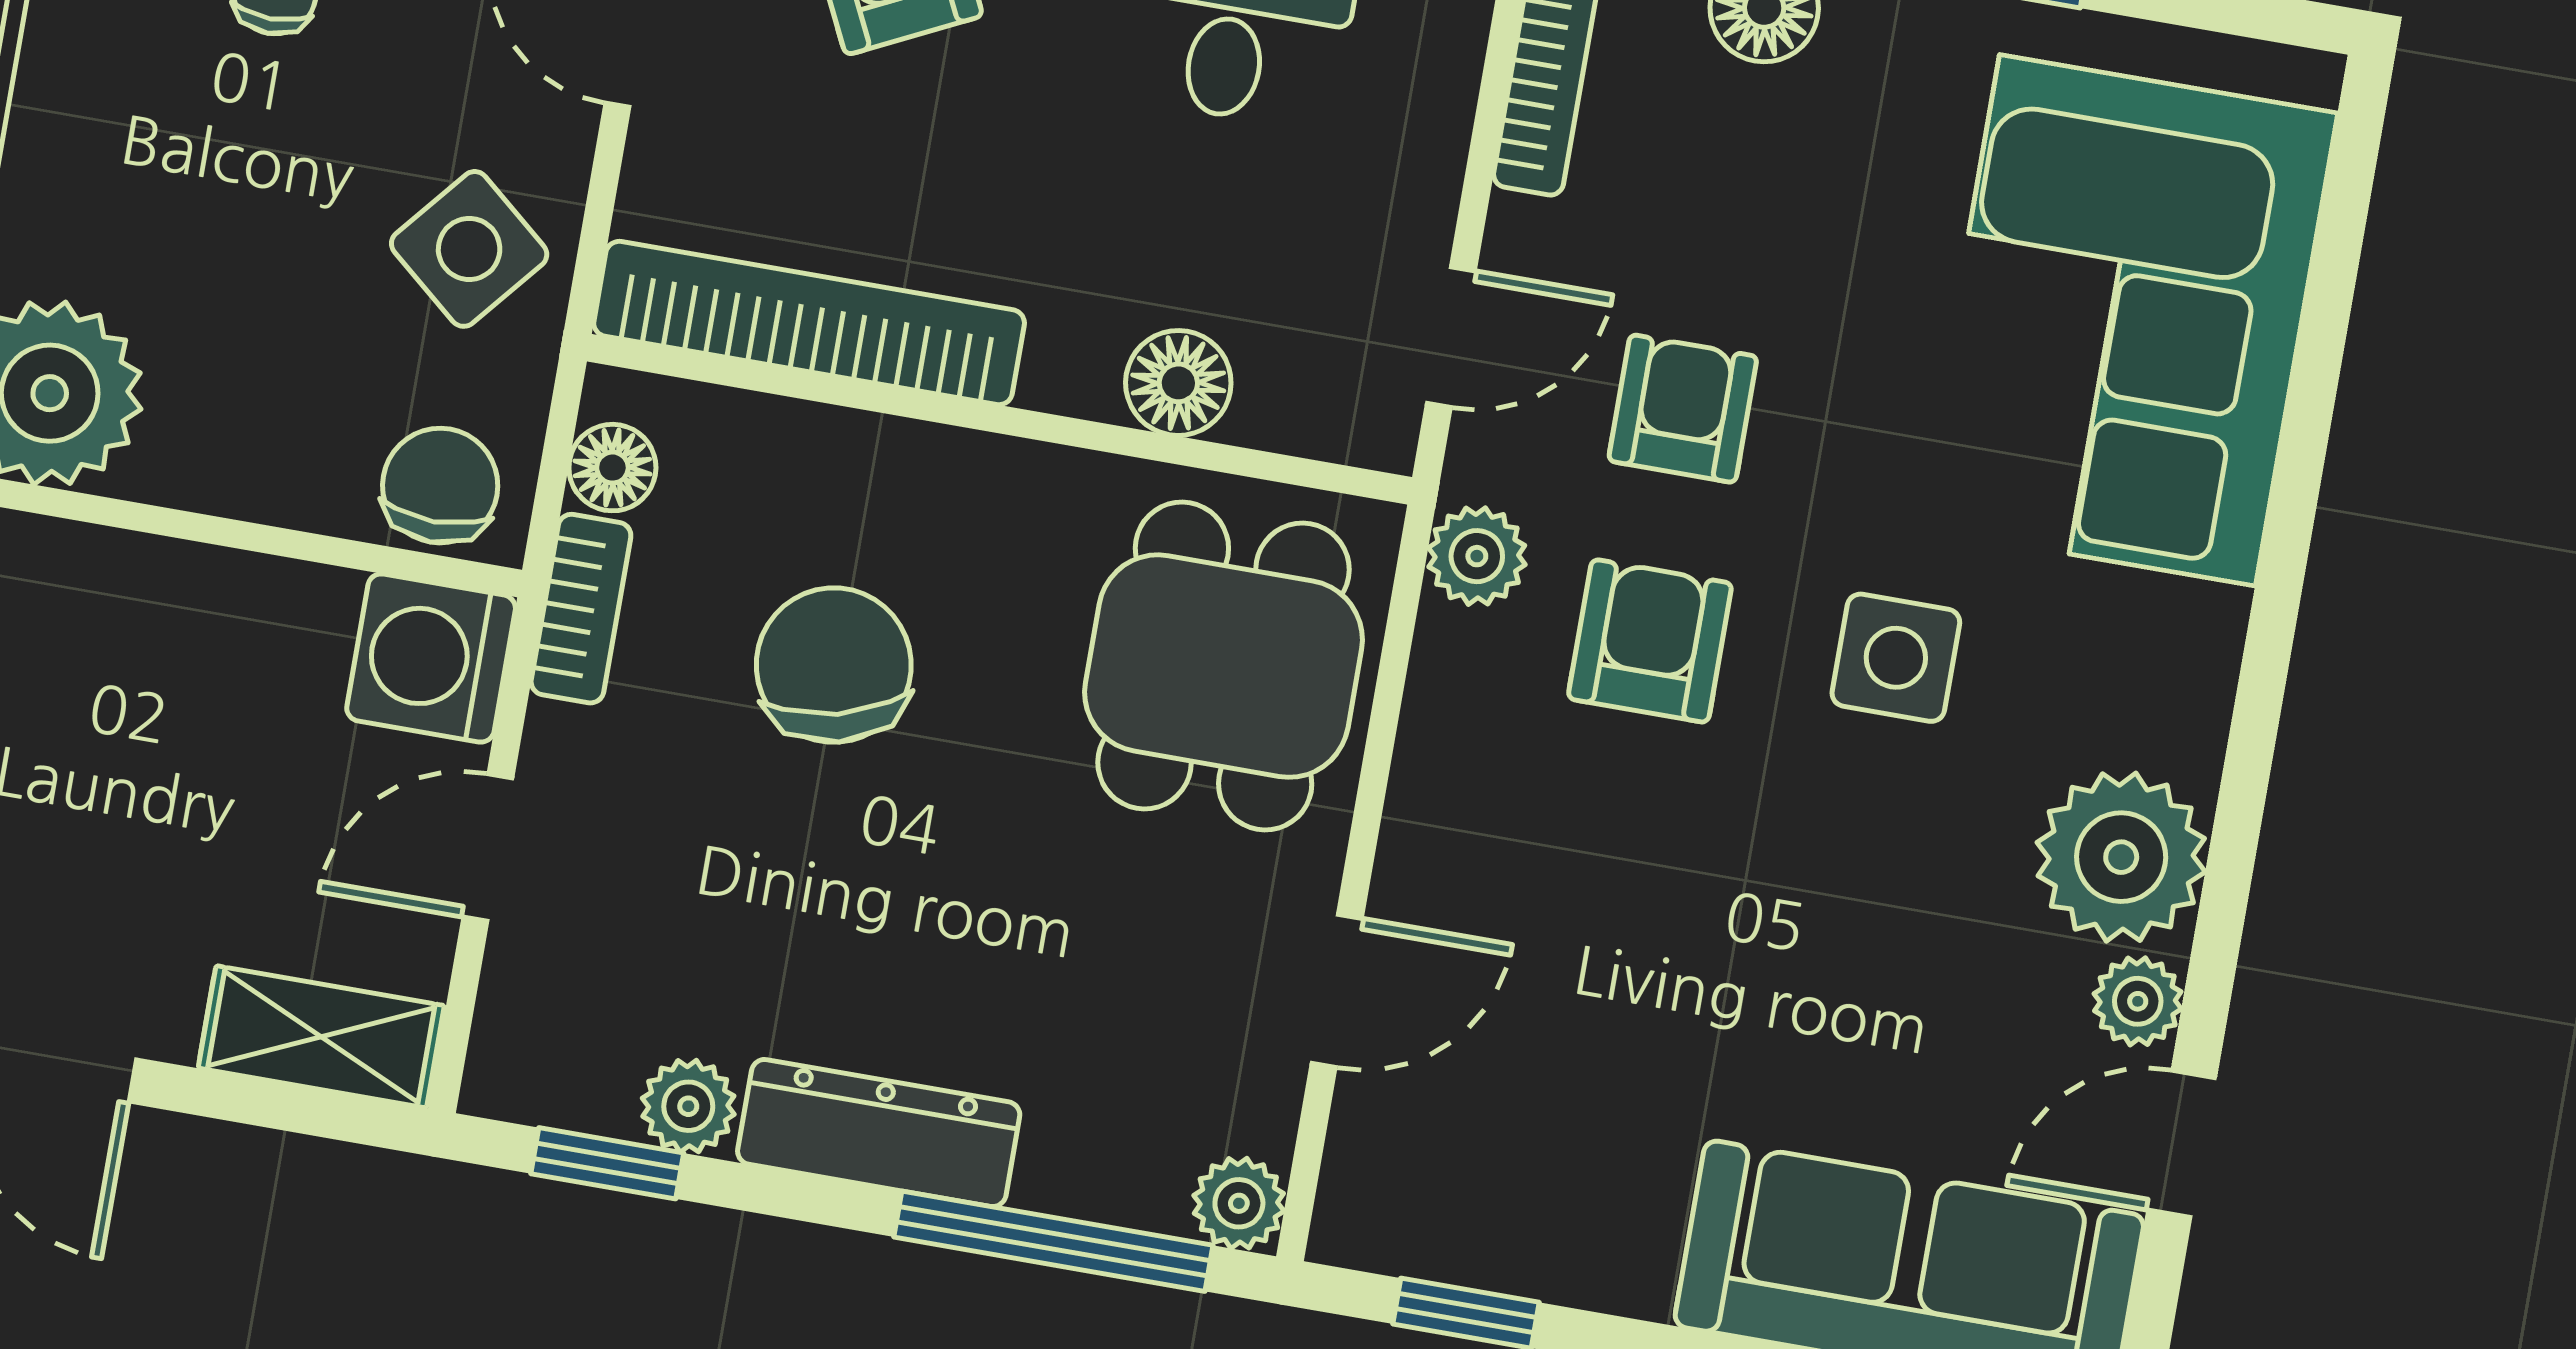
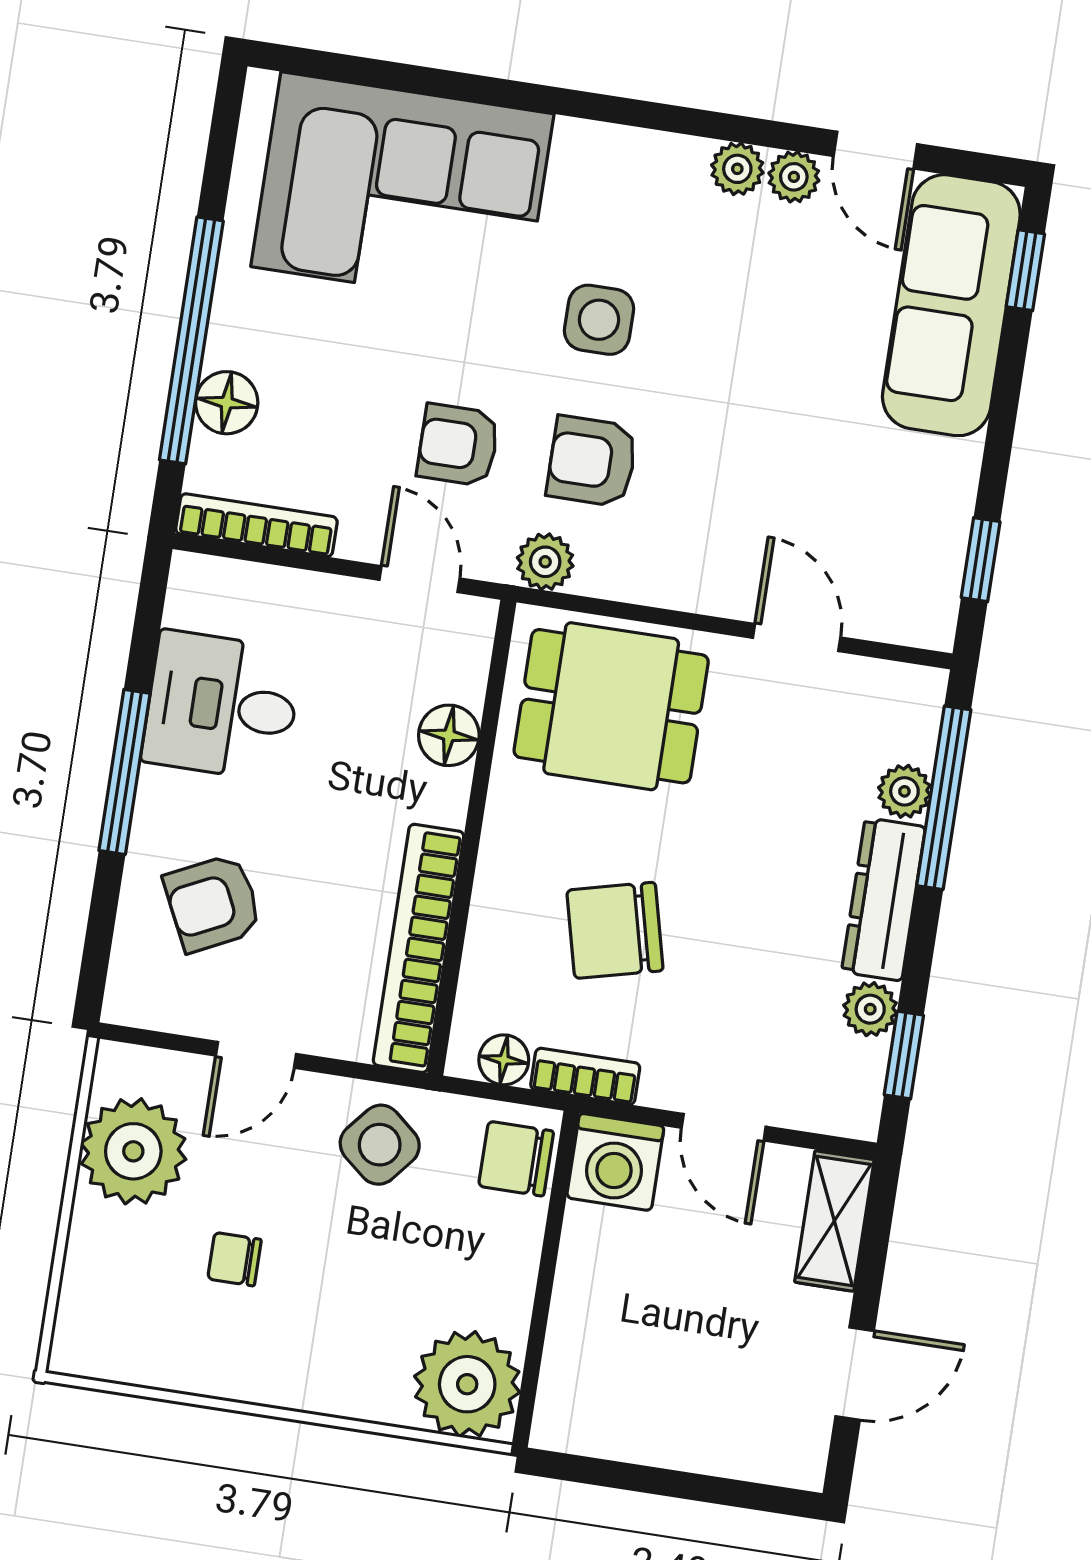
plant: (2121, 857) -> (737, 169), width x0.53, depth x0.53
plant: (1239, 1203) -> (904, 791), moved

